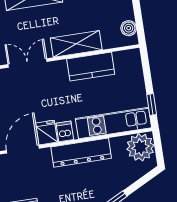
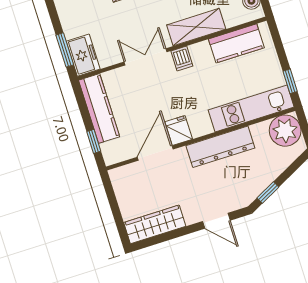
kitchen counter: (91, 67) -> (236, 43), moved
dishwasher: (65, 131) -> (182, 59), moved, turned 180

